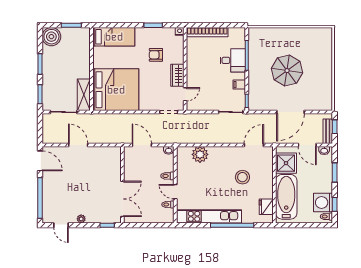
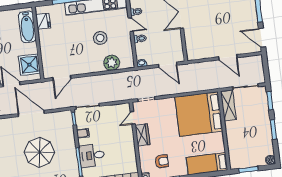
boiler: (51, 37) -> (270, 160), width x0.54, depth x0.54
armchair: (156, 55) -> (162, 161), moved
door: (290, 112) -> (31, 113), hinge flipped
stool: (242, 177) -> (100, 38), moved
bathtub: (286, 197) -> (27, 27), width x0.73, depth x0.73

